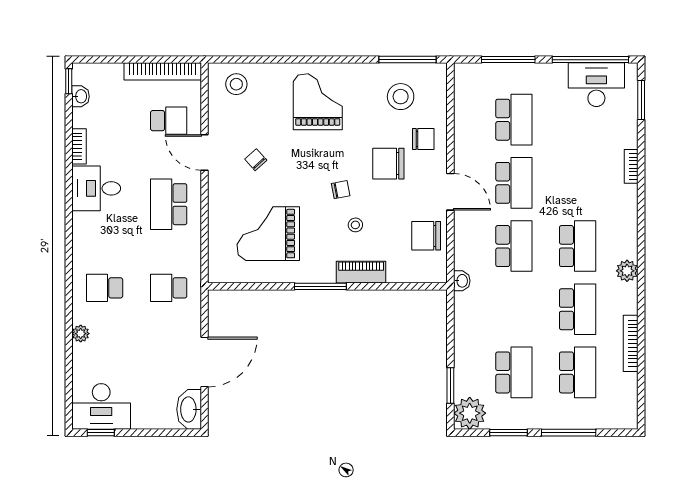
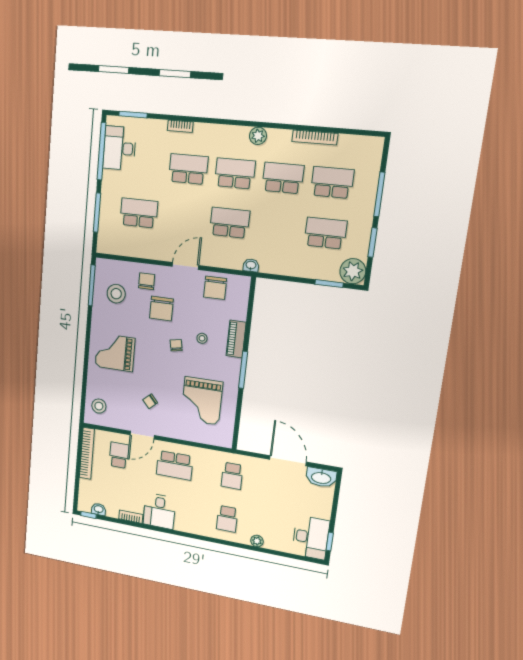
school desk: (514, 183) -> (188, 169), moved

